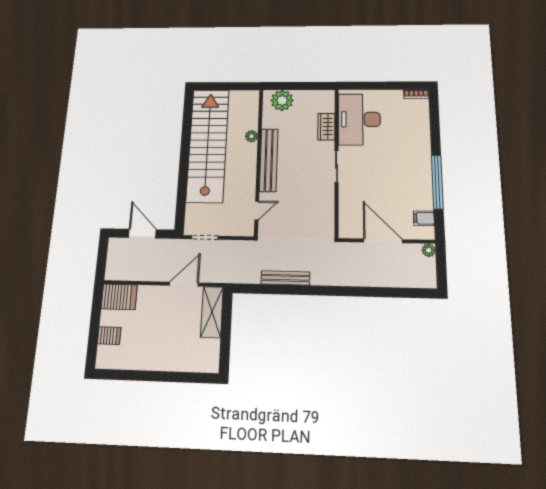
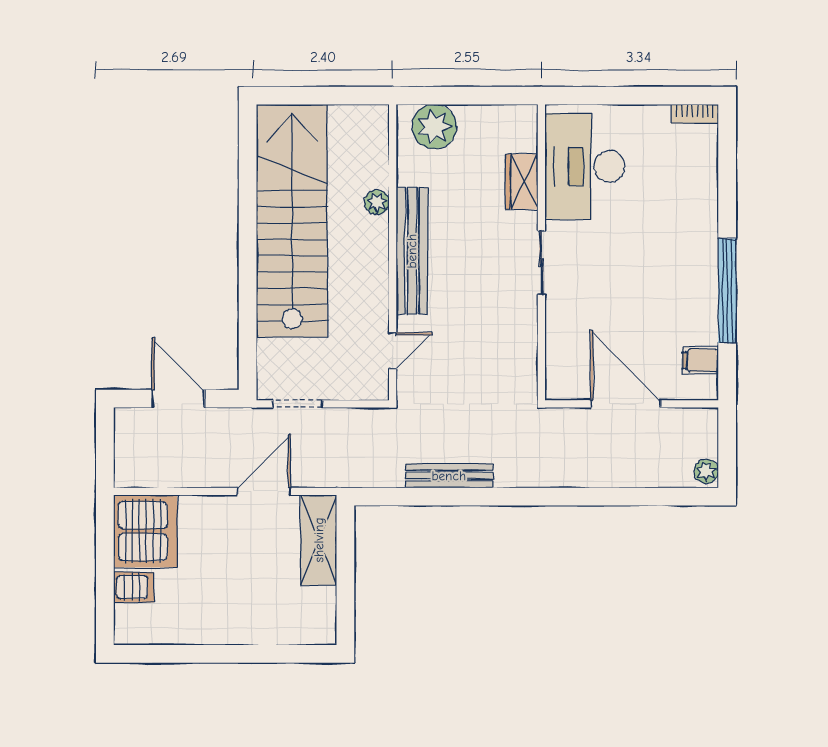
plant: (429, 250) -> (706, 471), moved
server rack: (119, 297) -> (145, 531), width x1.60

